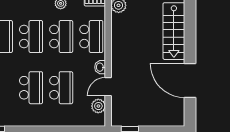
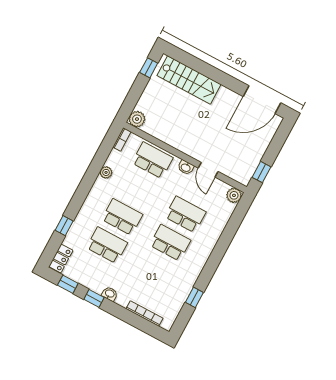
school desk: (61, 36) -> (137, 189), removed
door: (190, 81) -> (262, 100), moved
plant: (98, 106) -> (234, 195), moved

